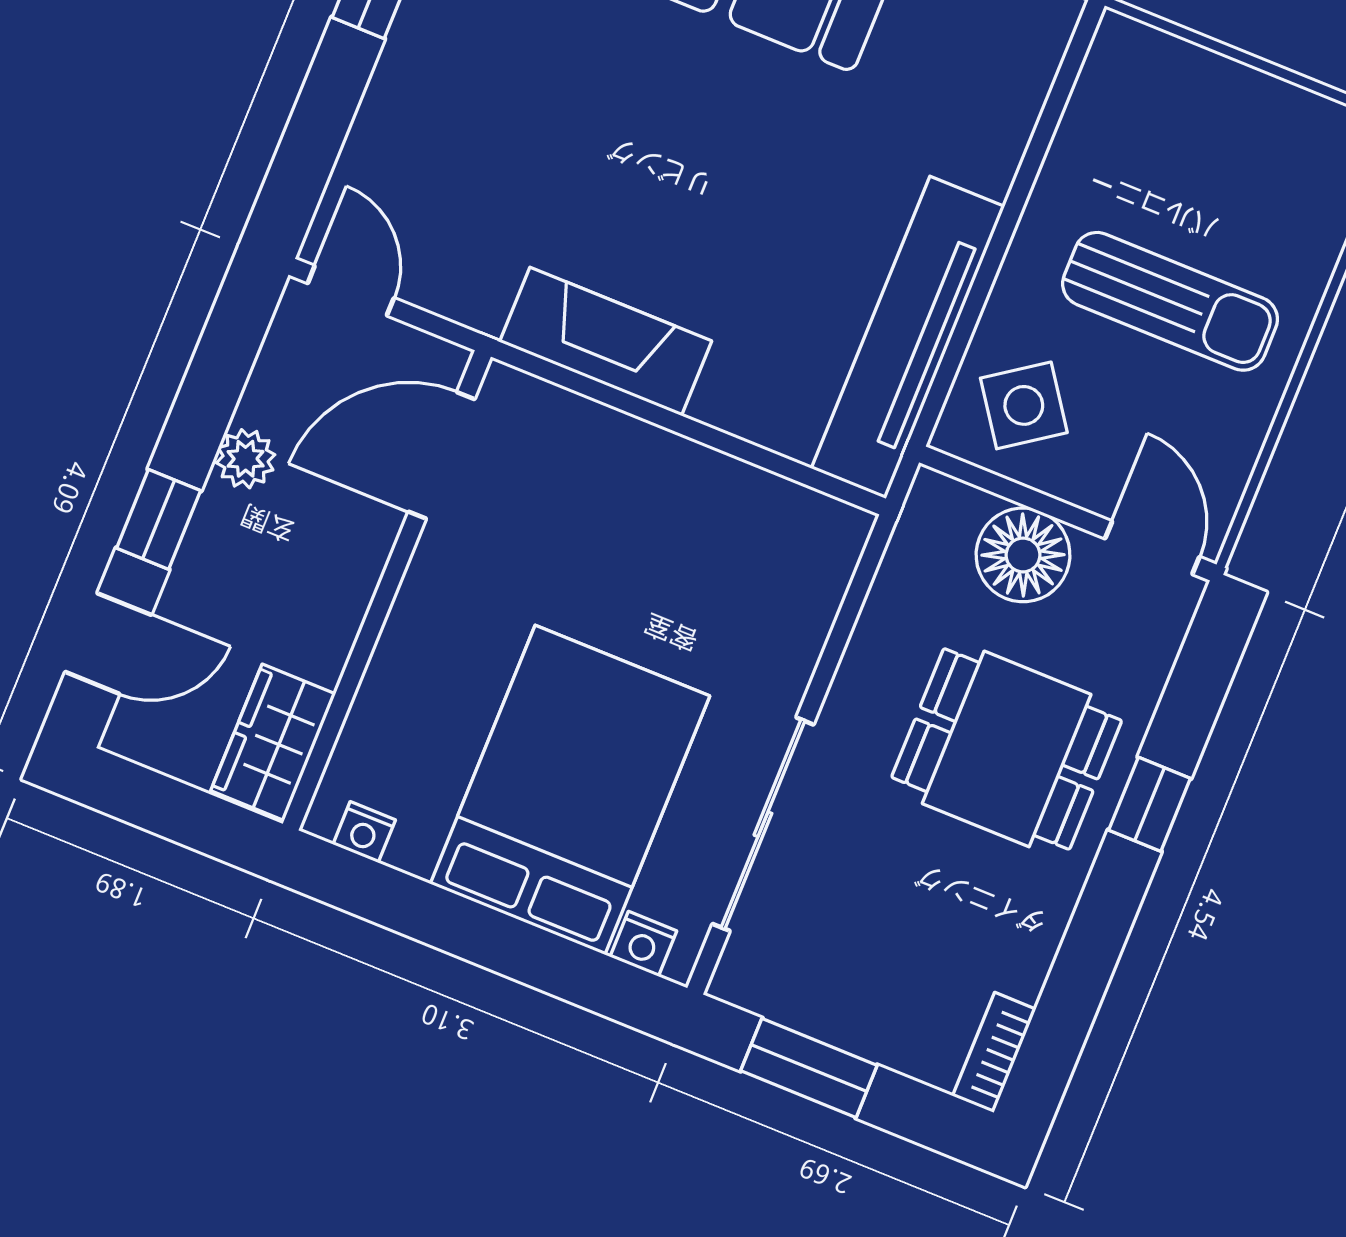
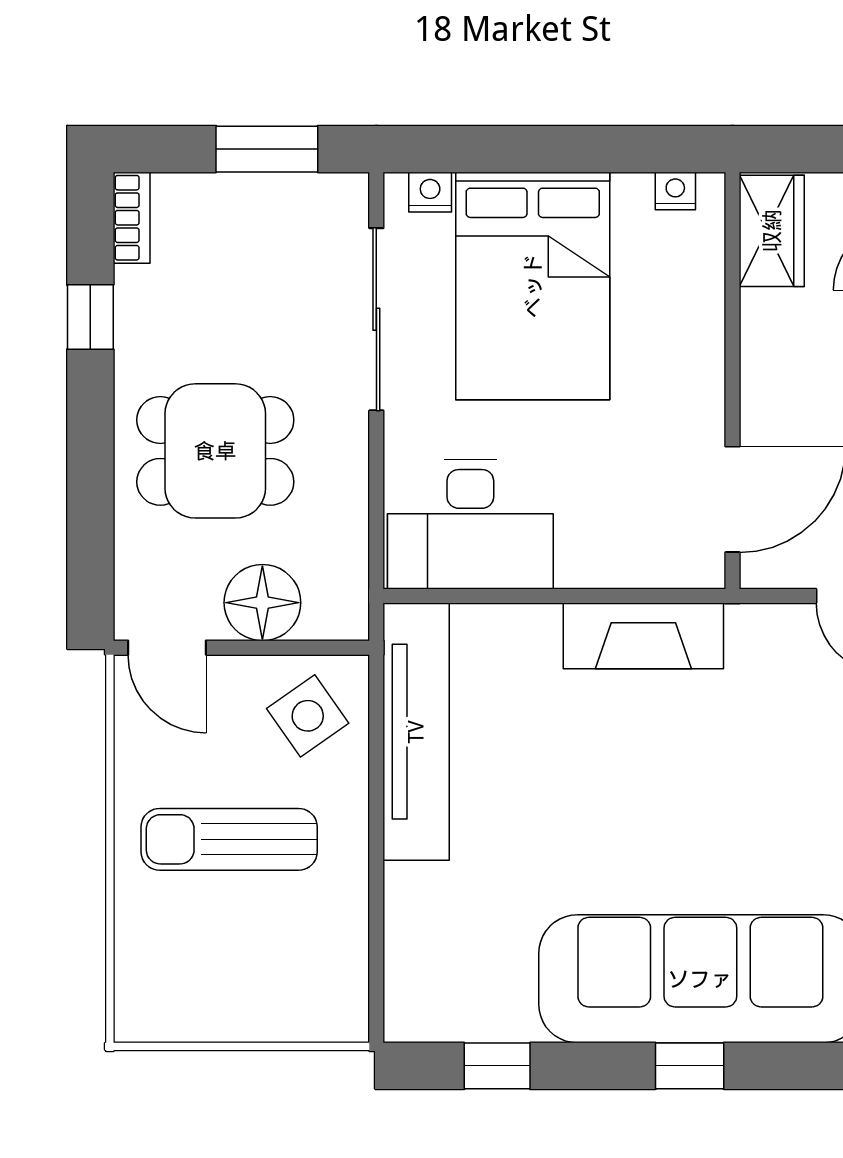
desk: (751, 548) -> (470, 524), added
window: (1150, 804) -> (90, 317), moved

